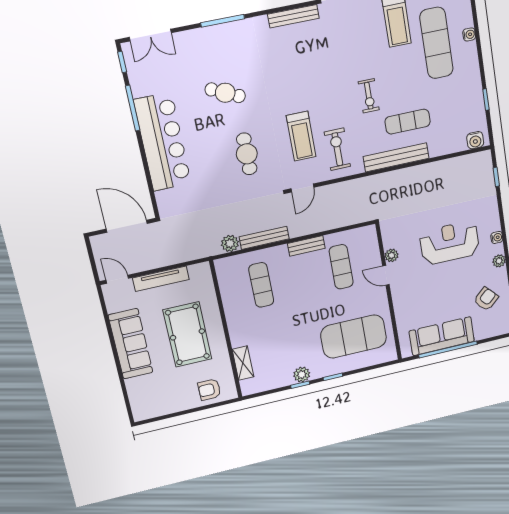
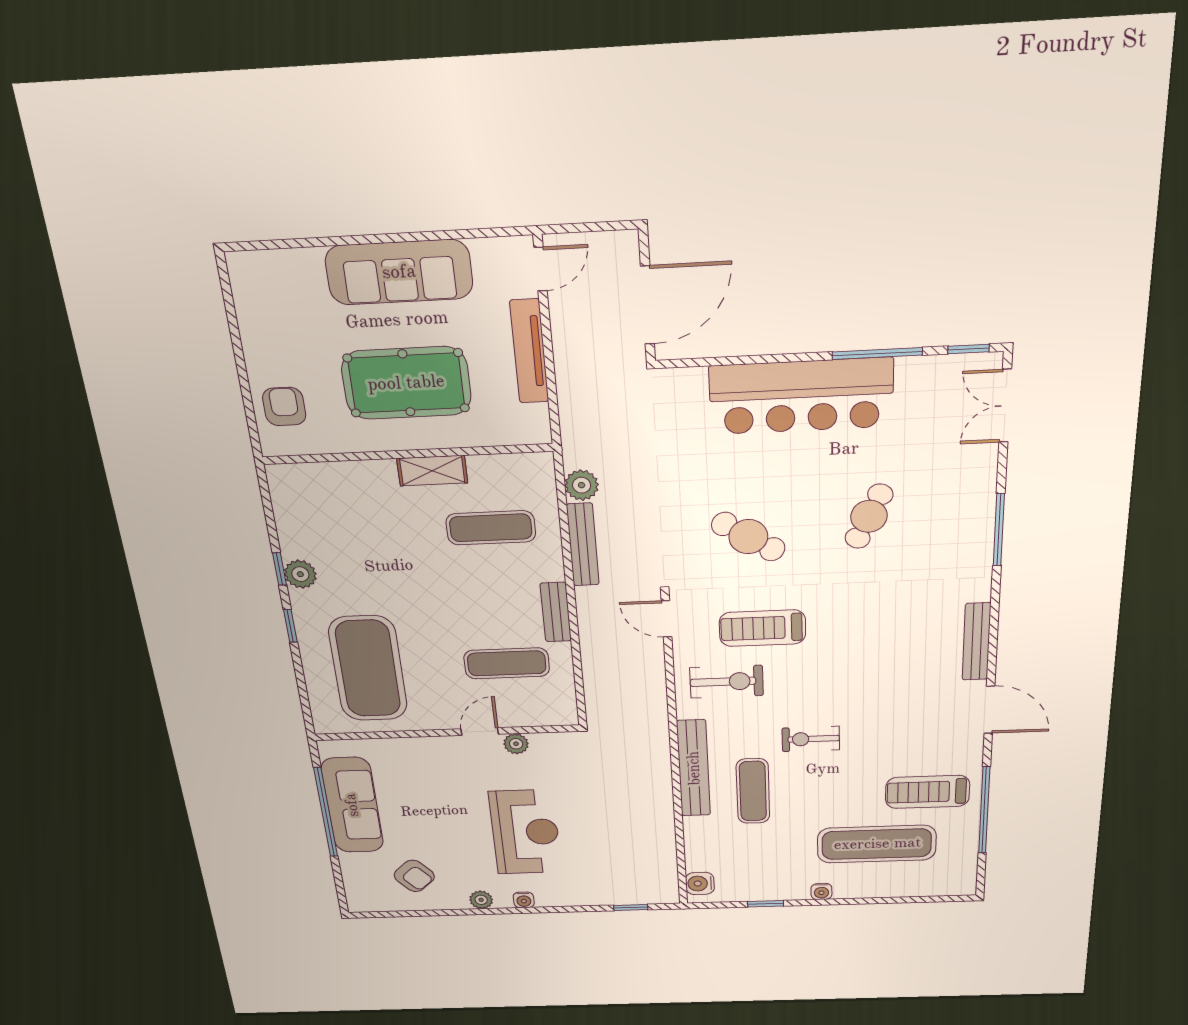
water cooler: (469, 34) -> (821, 891), moved
cafe table: (247, 154) -> (748, 537), turned 33
shelving: (243, 363) -> (432, 471), moved

